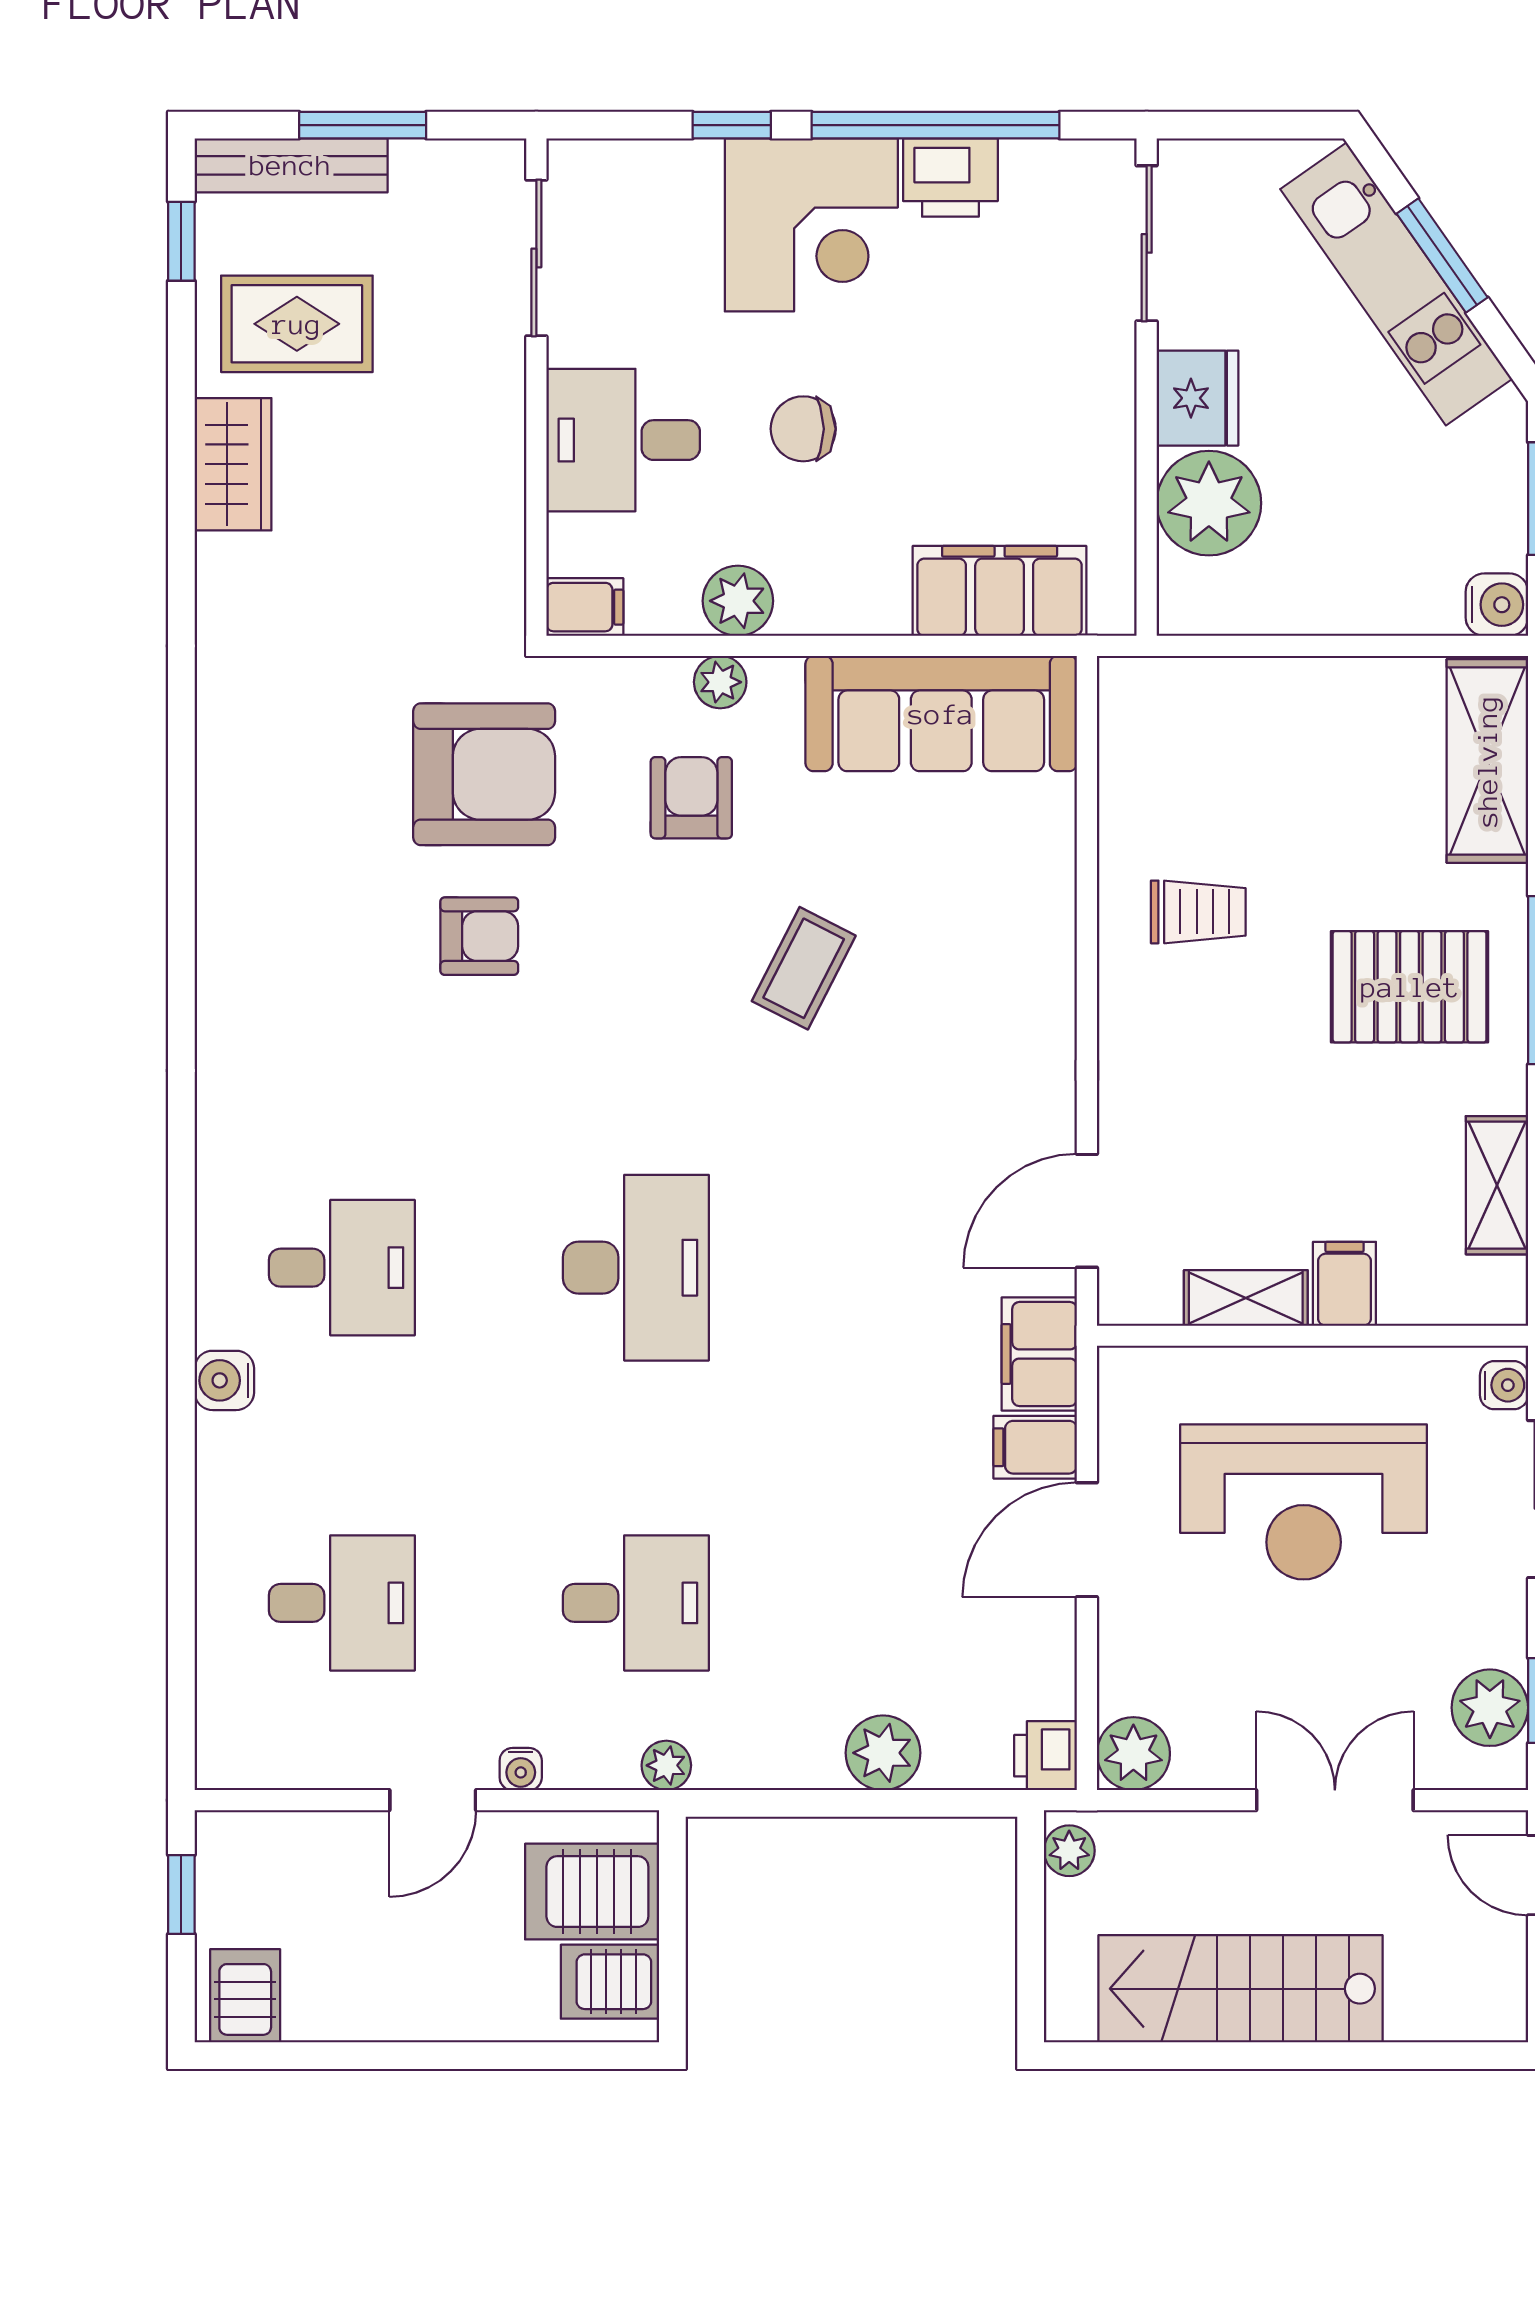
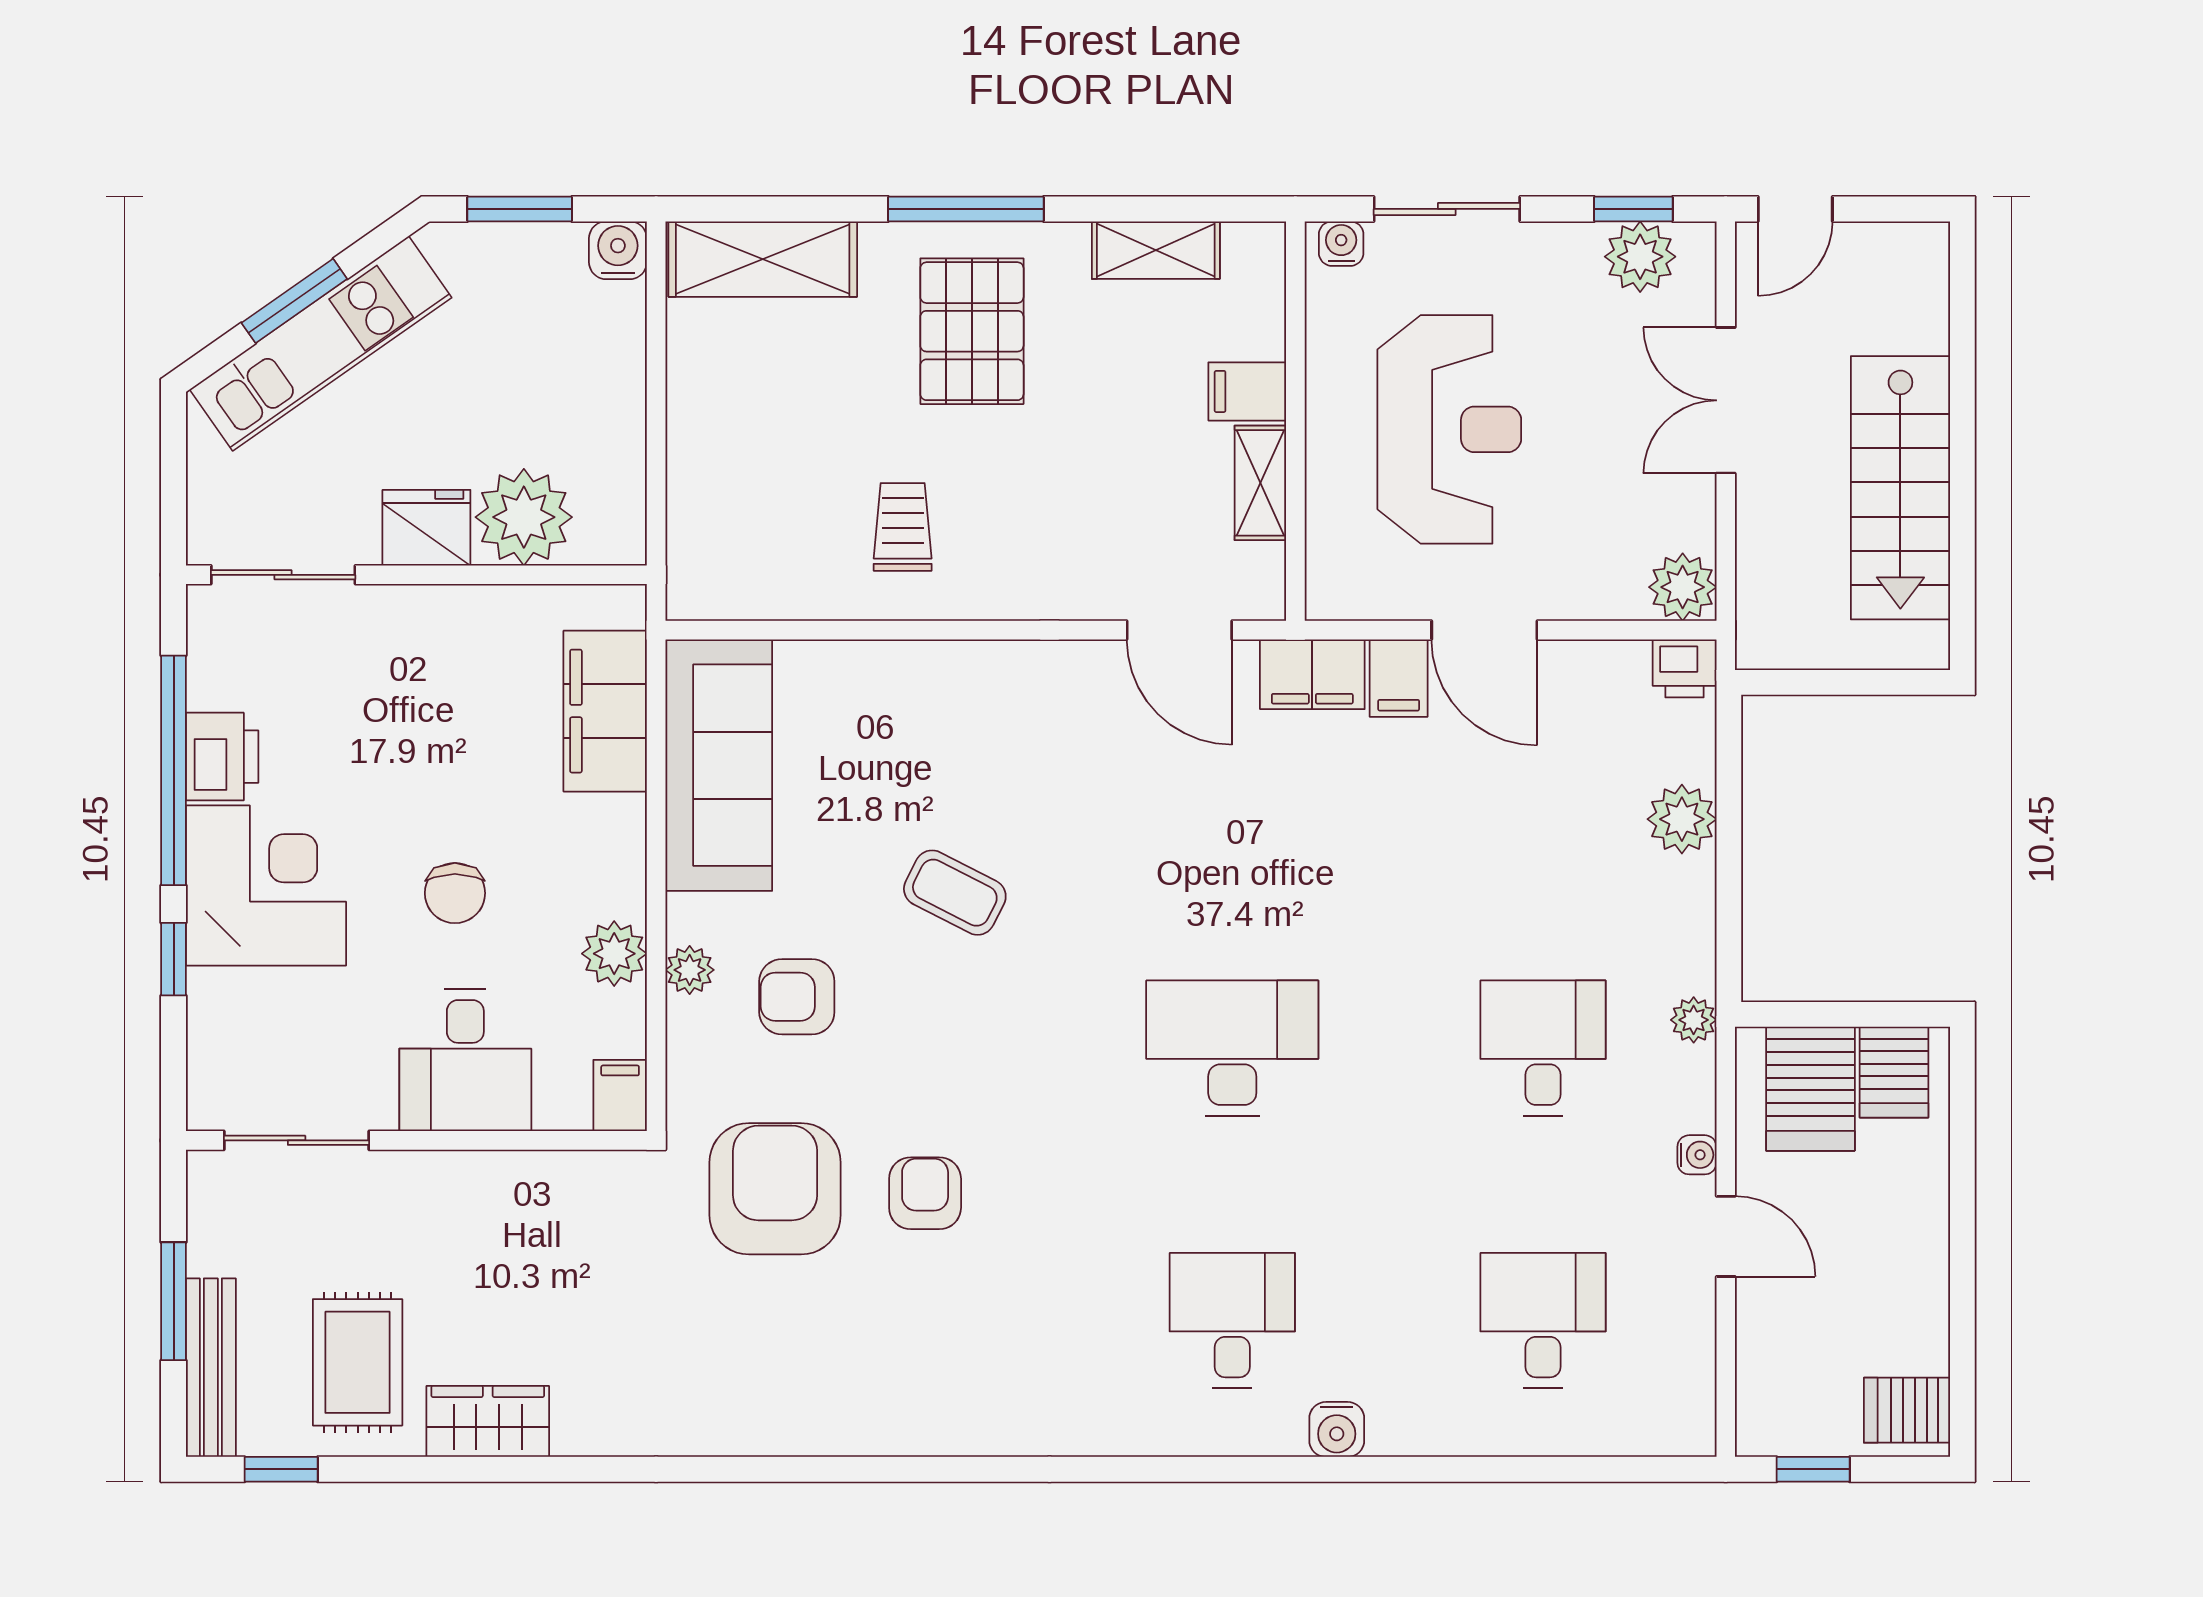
plant: (1069, 1851) -> (1773, 647), removed

